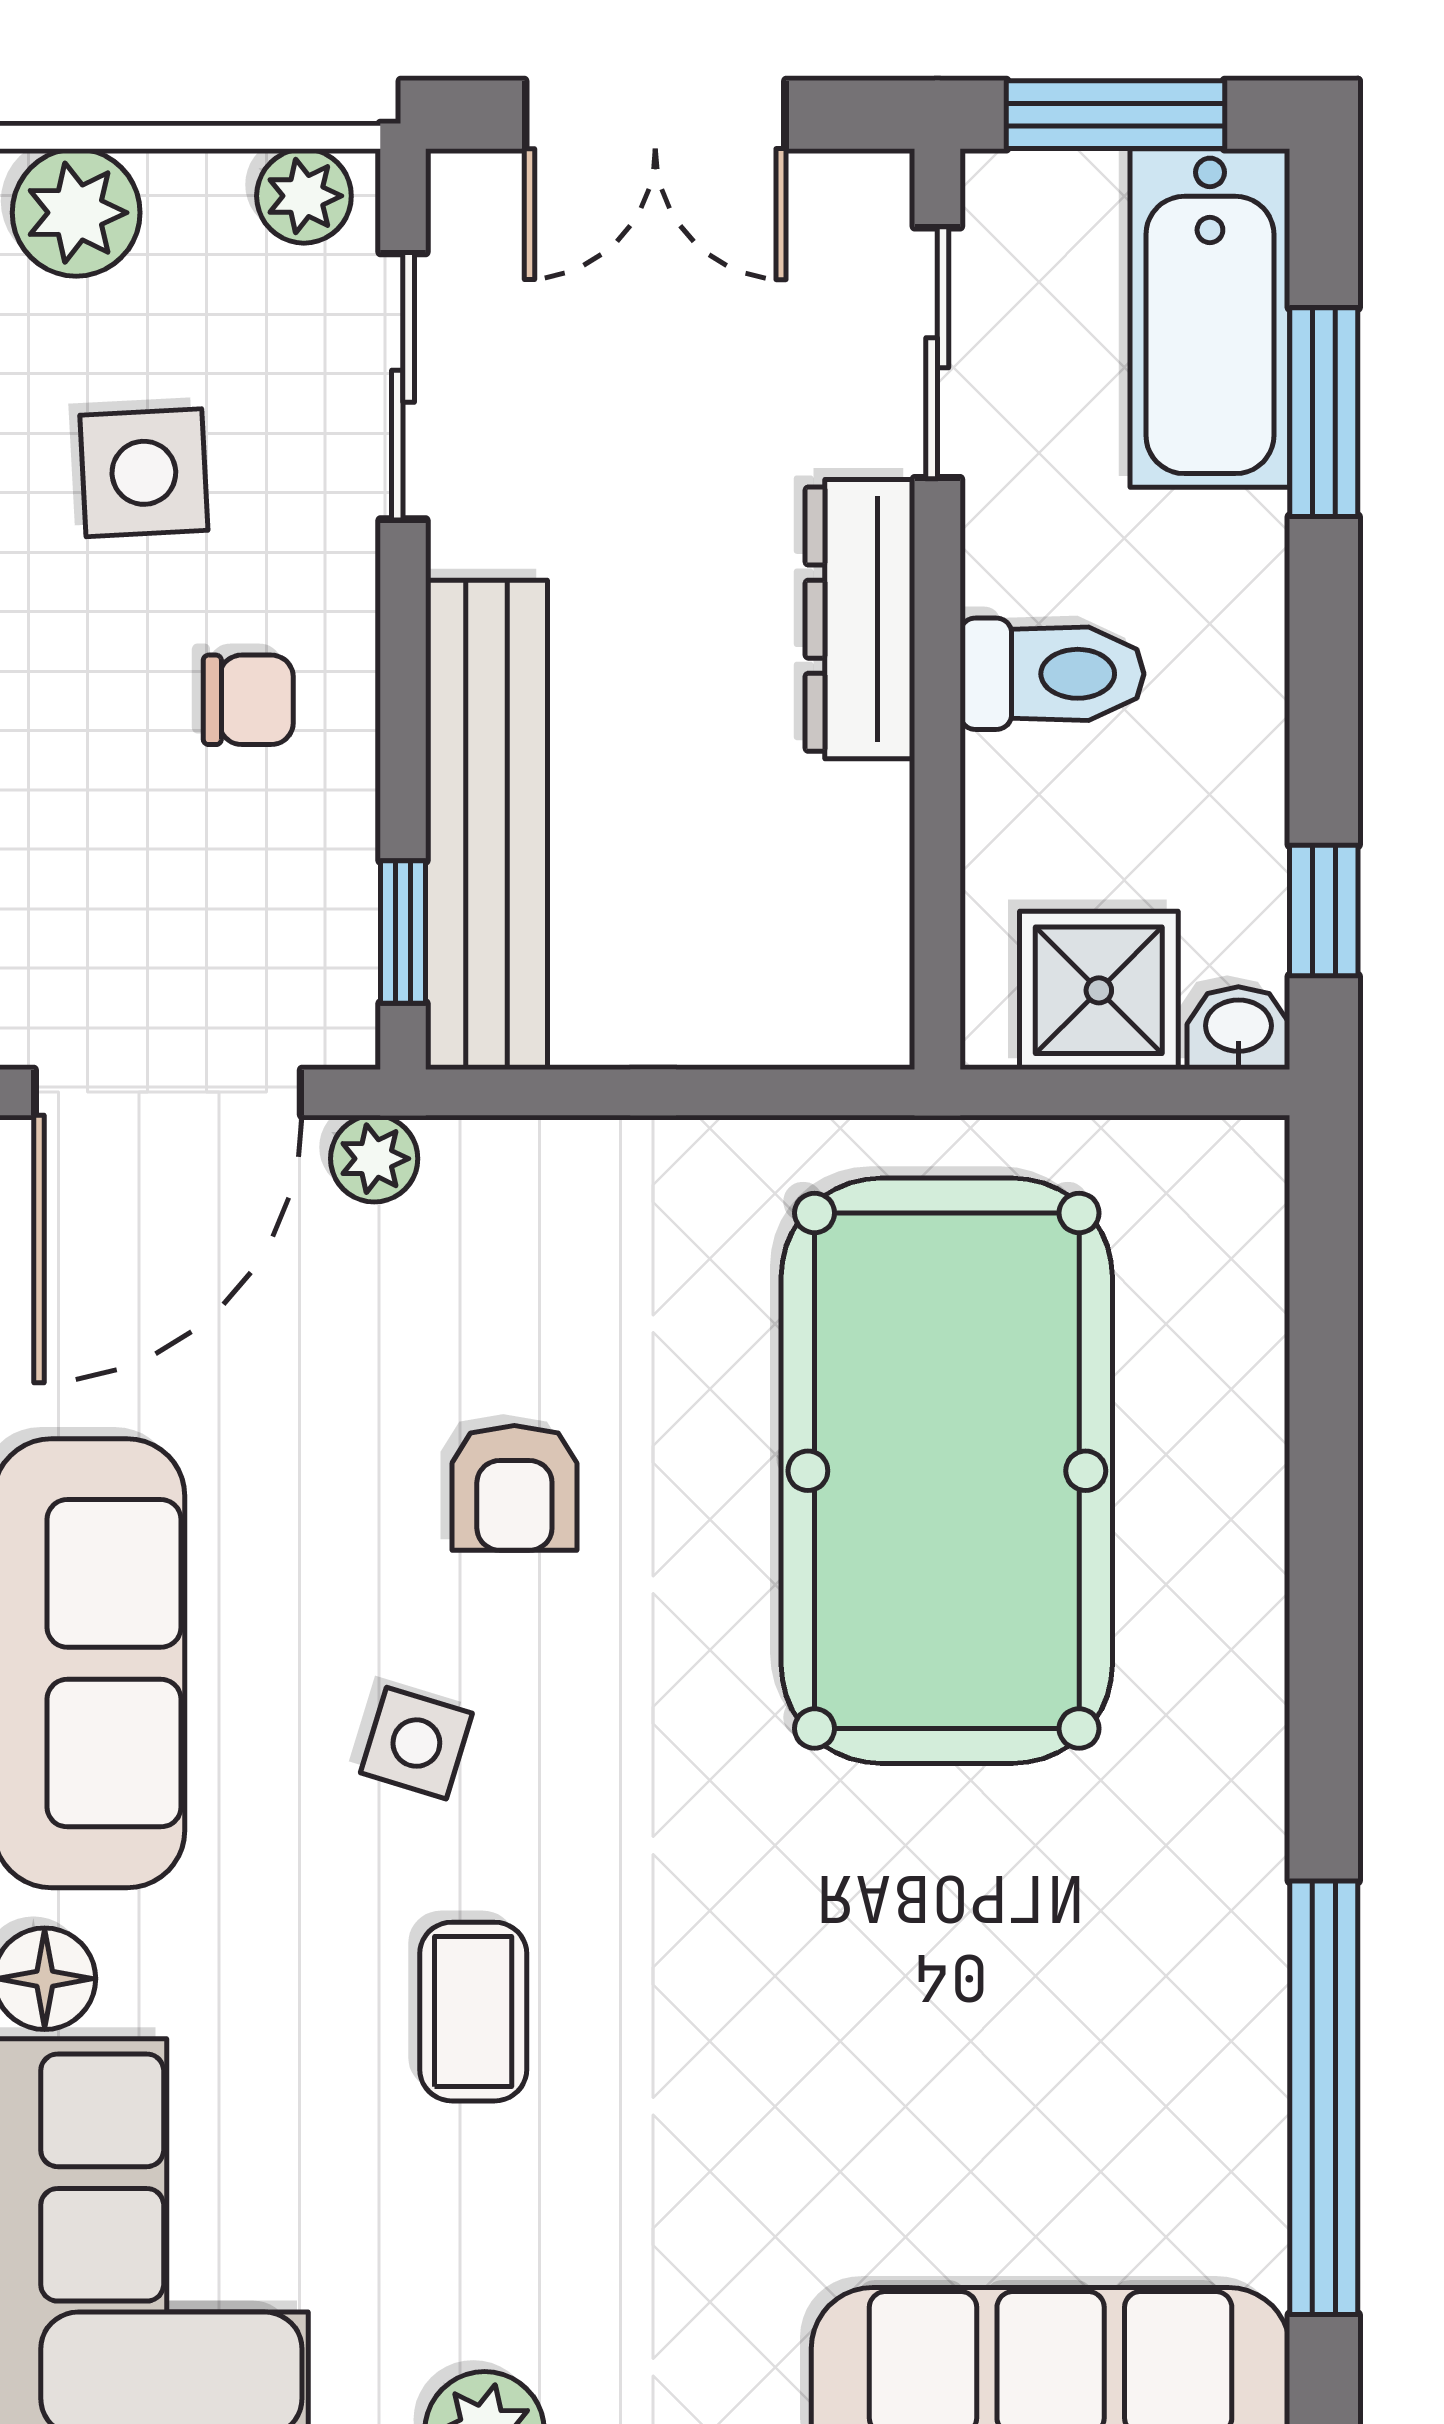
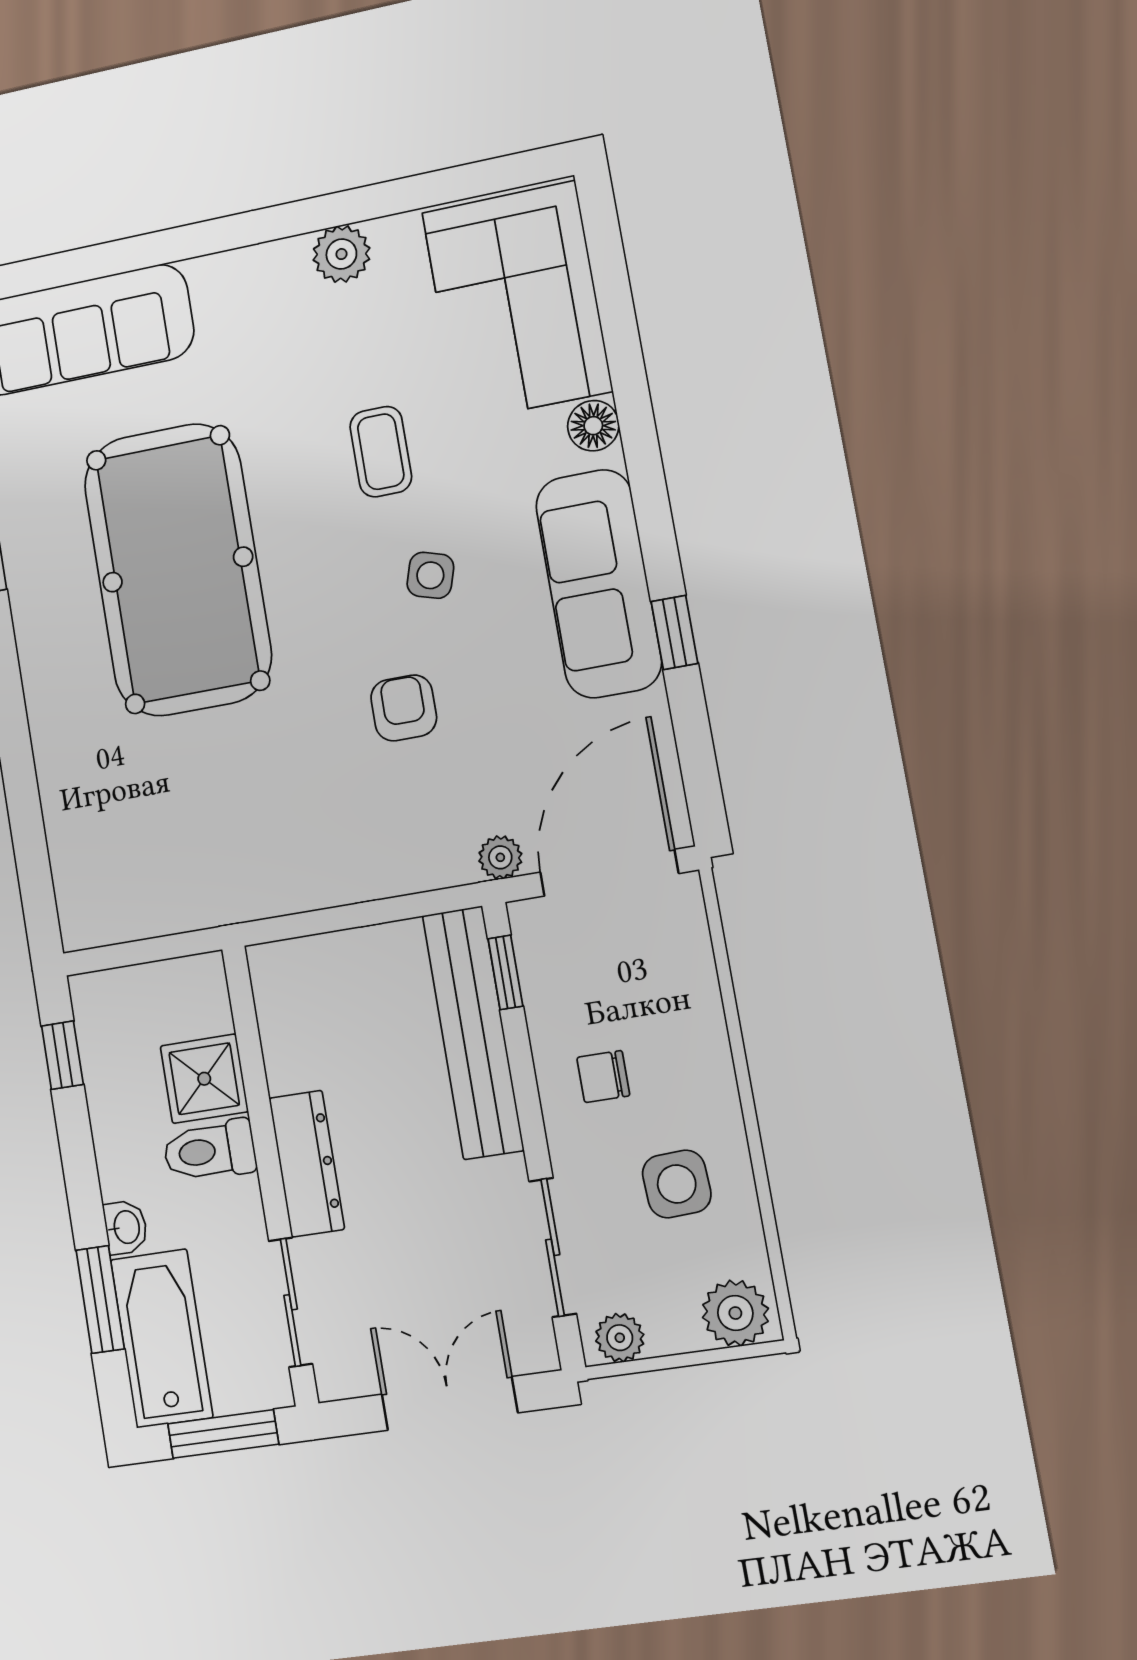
shower: (1099, 990) -> (204, 1079), moved
washbasin: (1238, 1028) -> (126, 1227), moved, turned -90
pool table: (947, 1471) -> (178, 569), moved

